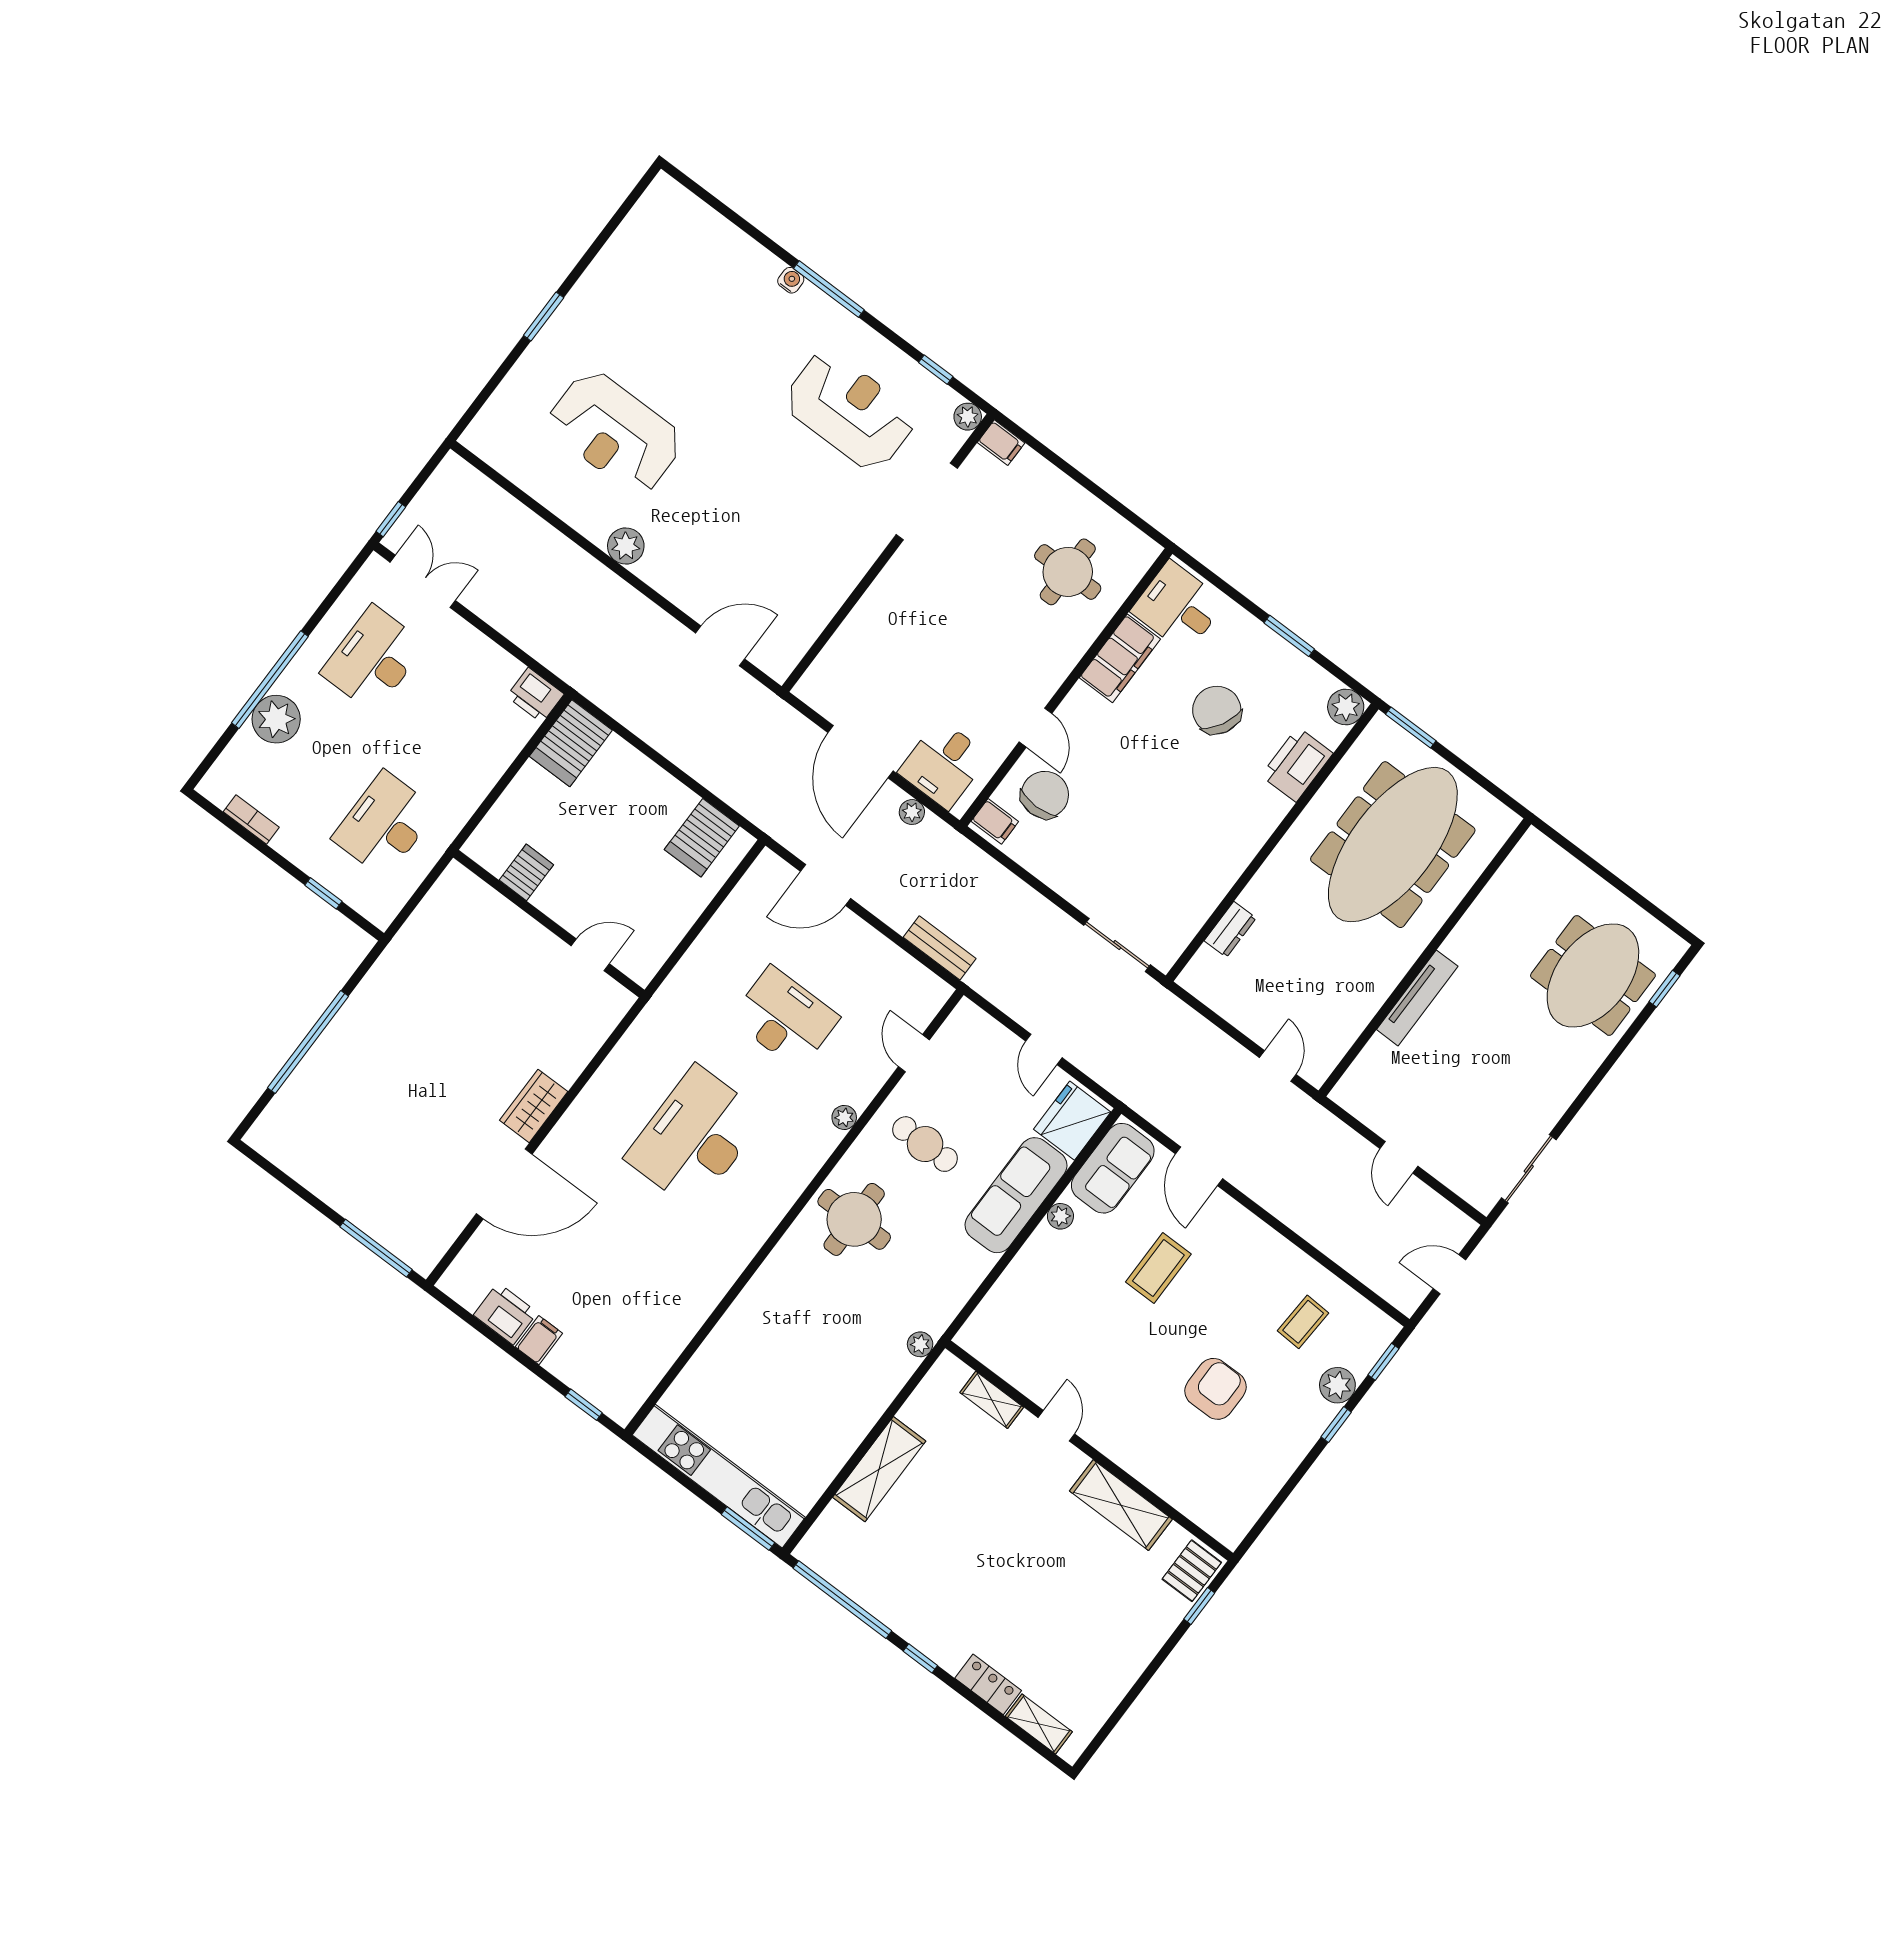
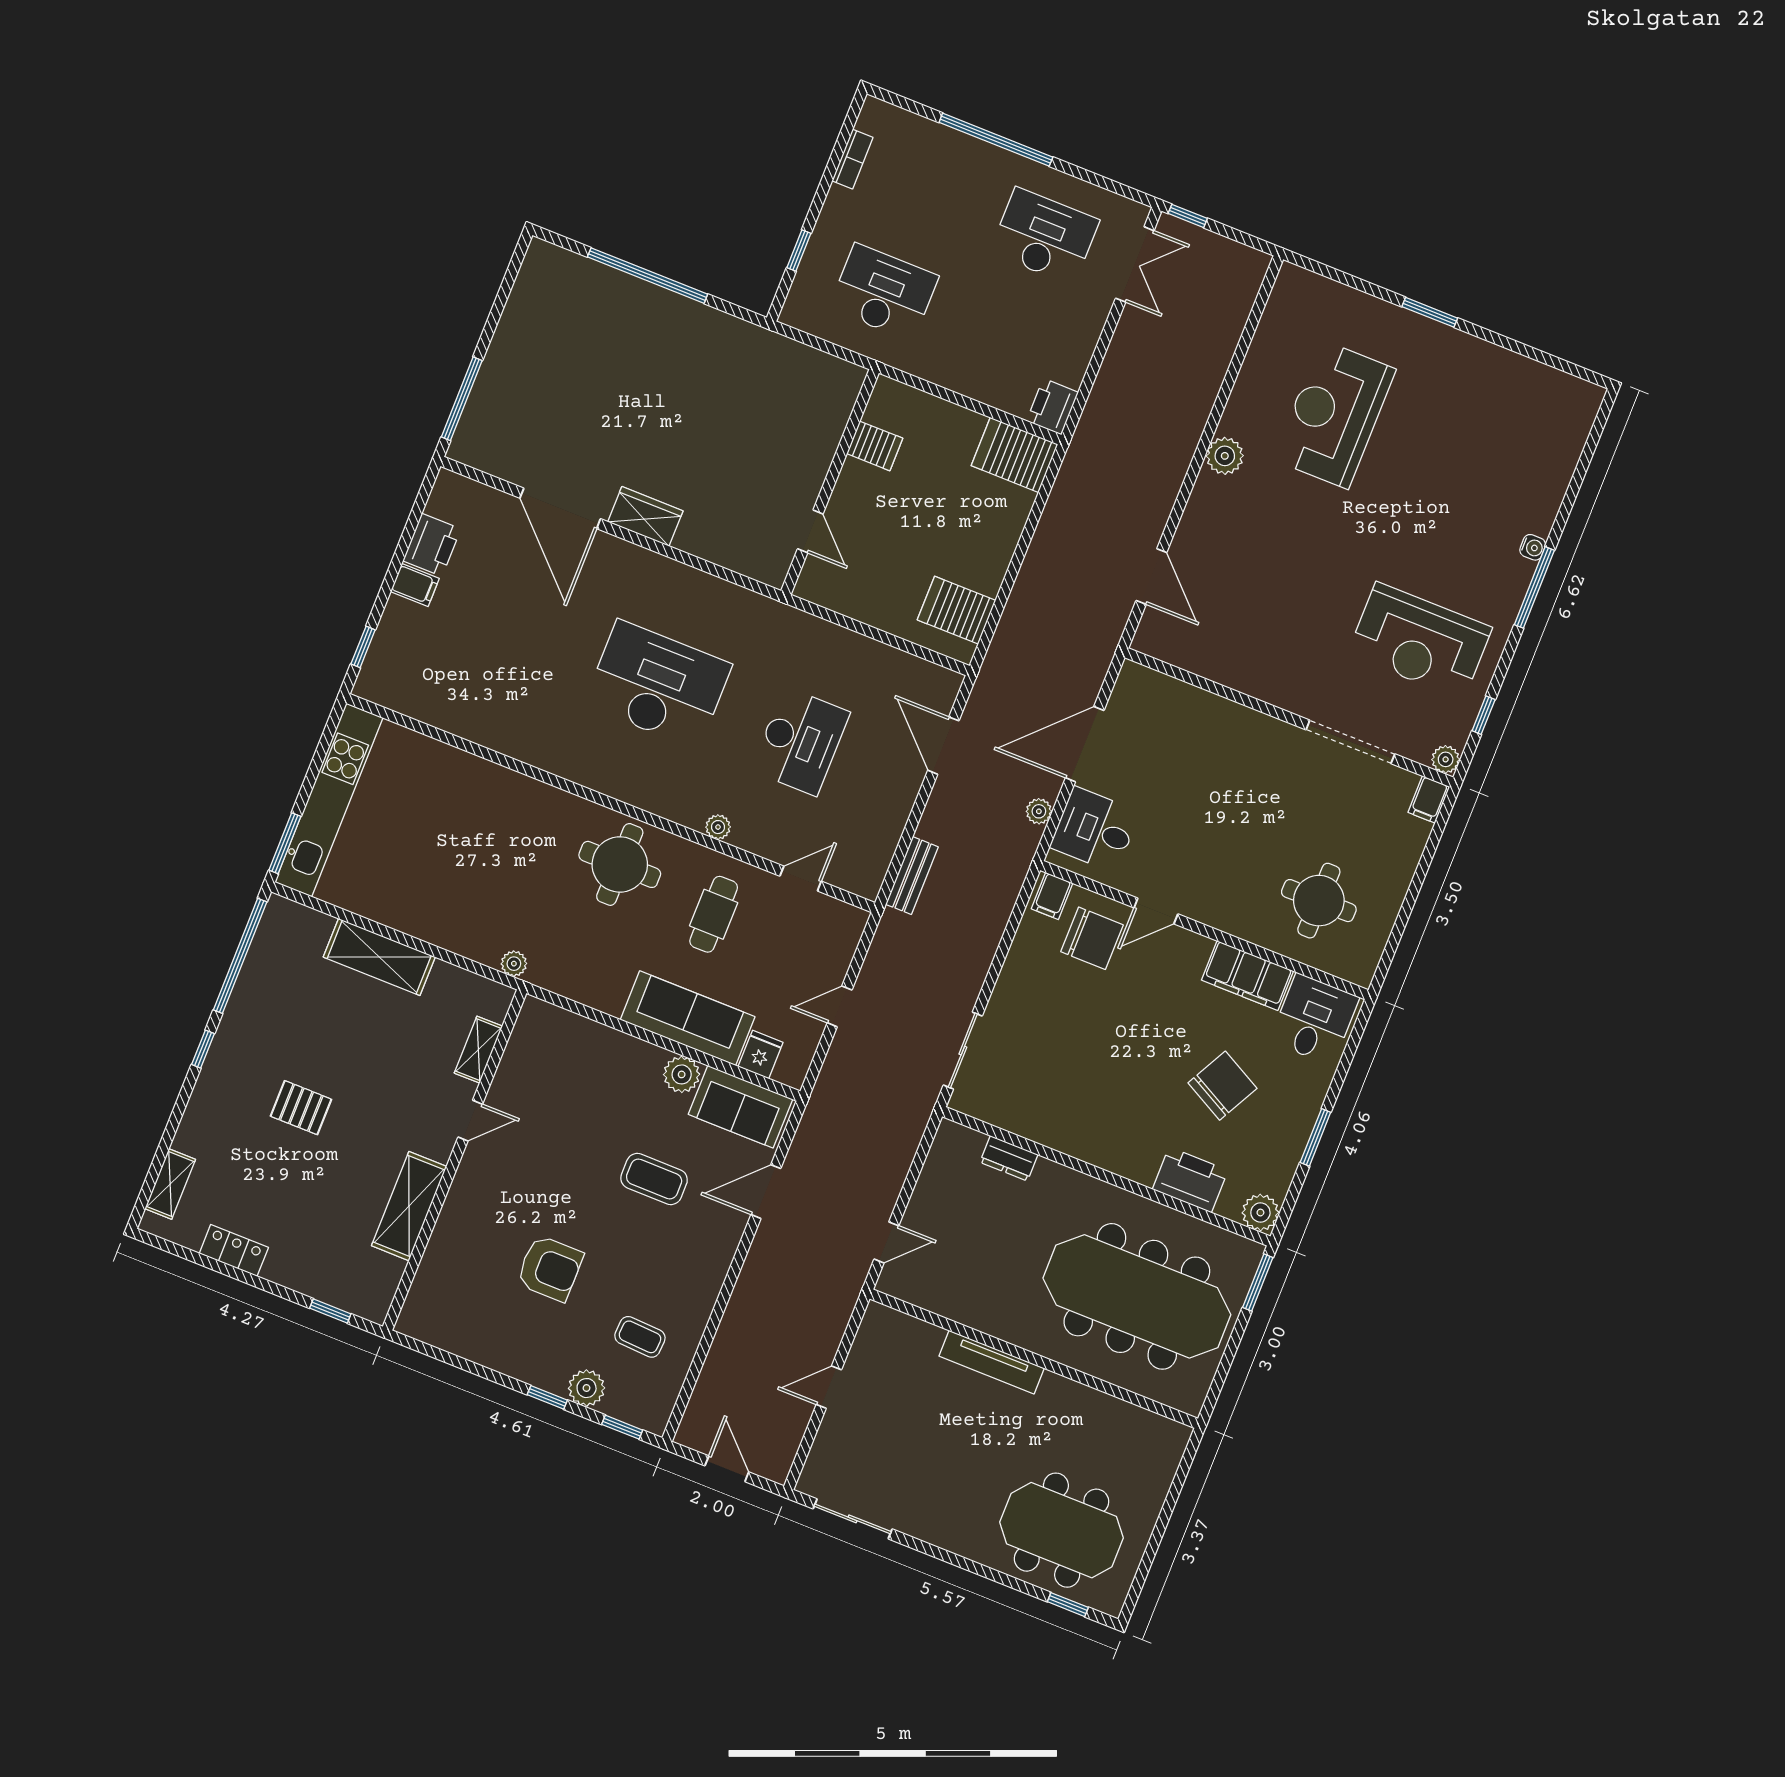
reception desk: (850, 410) -> (1420, 641), turned 90
plant: (276, 719) -> (959, 157), removed
fridge: (1072, 1121) -> (761, 1054), width x0.53, depth x0.75
plant: (1060, 1216) -> (682, 1074), width x1.38, depth x1.38
pallet: (1192, 1571) -> (301, 1108), moved
locker: (988, 1684) -> (234, 1250), moved, turned -90

